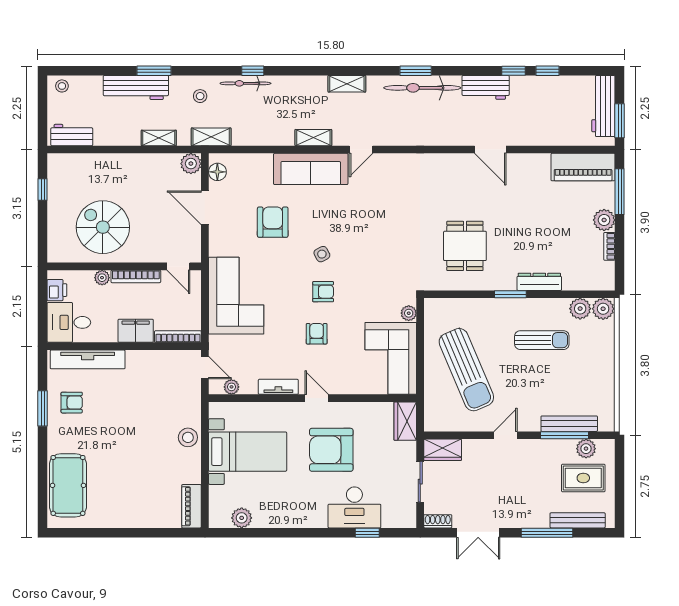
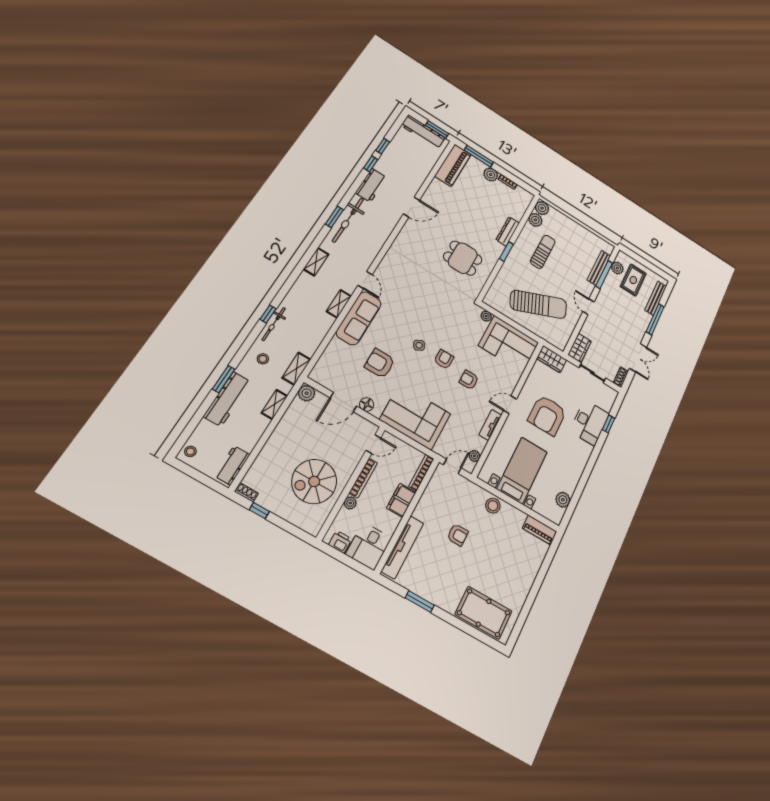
shoe rack: (53, 166) -> (246, 492), added
floor lamp: (217, 172) -> (367, 404), moved
armchair: (72, 403) -> (458, 535), moved, turned 90

